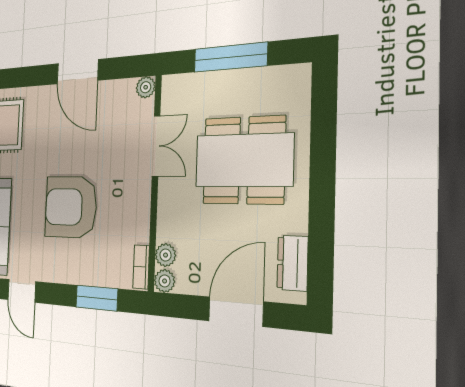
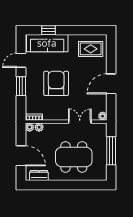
double door: (156, 146) -> (80, 122), swing flipped
dining table: (244, 160) -> (74, 157), turned 90
window: (97, 298) -> (21, 86), moved

